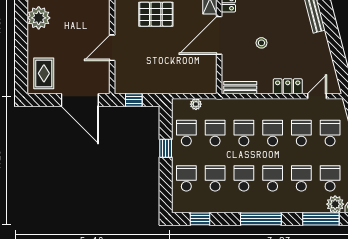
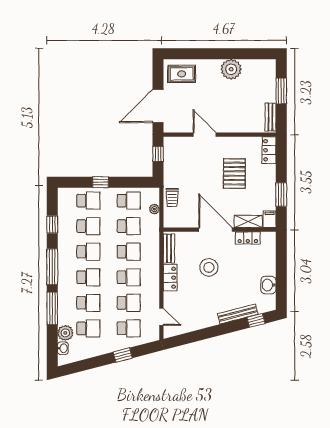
stool: (261, 43) -> (209, 267), width x1.89, depth x1.89
trolley: (183, 84) -> (172, 198), added
locker: (288, 86) -> (170, 278), moved
window: (166, 148) -> (100, 182), moved
window: (200, 219) -> (52, 225), moved
window: (321, 219) -> (52, 308), moved

